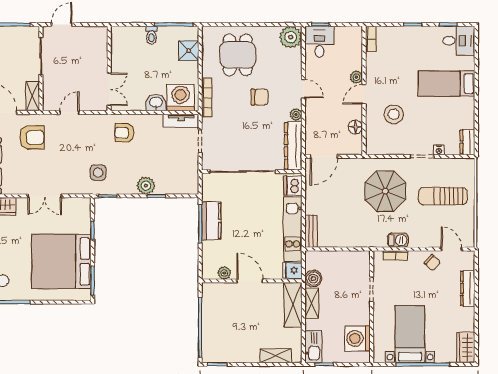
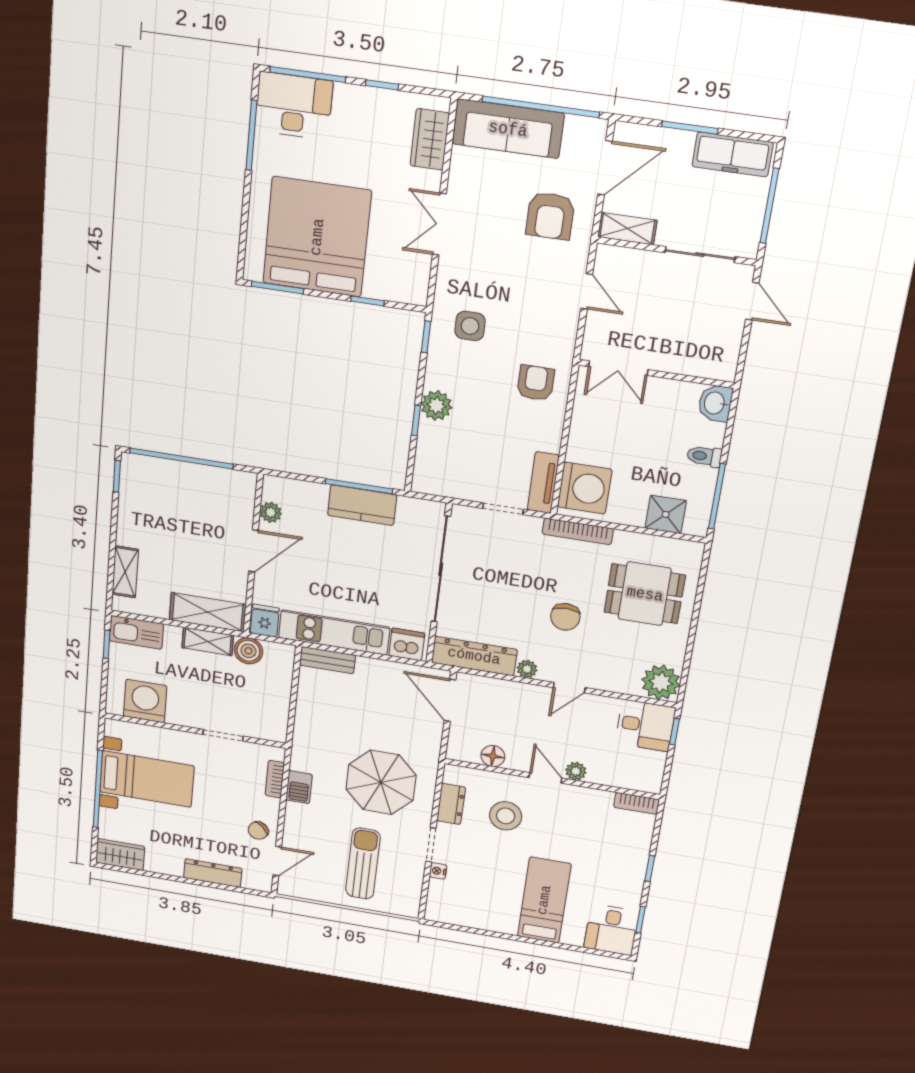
washbasin: (156, 103) -> (715, 403), moved, turned 180
dresser: (467, 142) -> (451, 804), moved, turned 90

